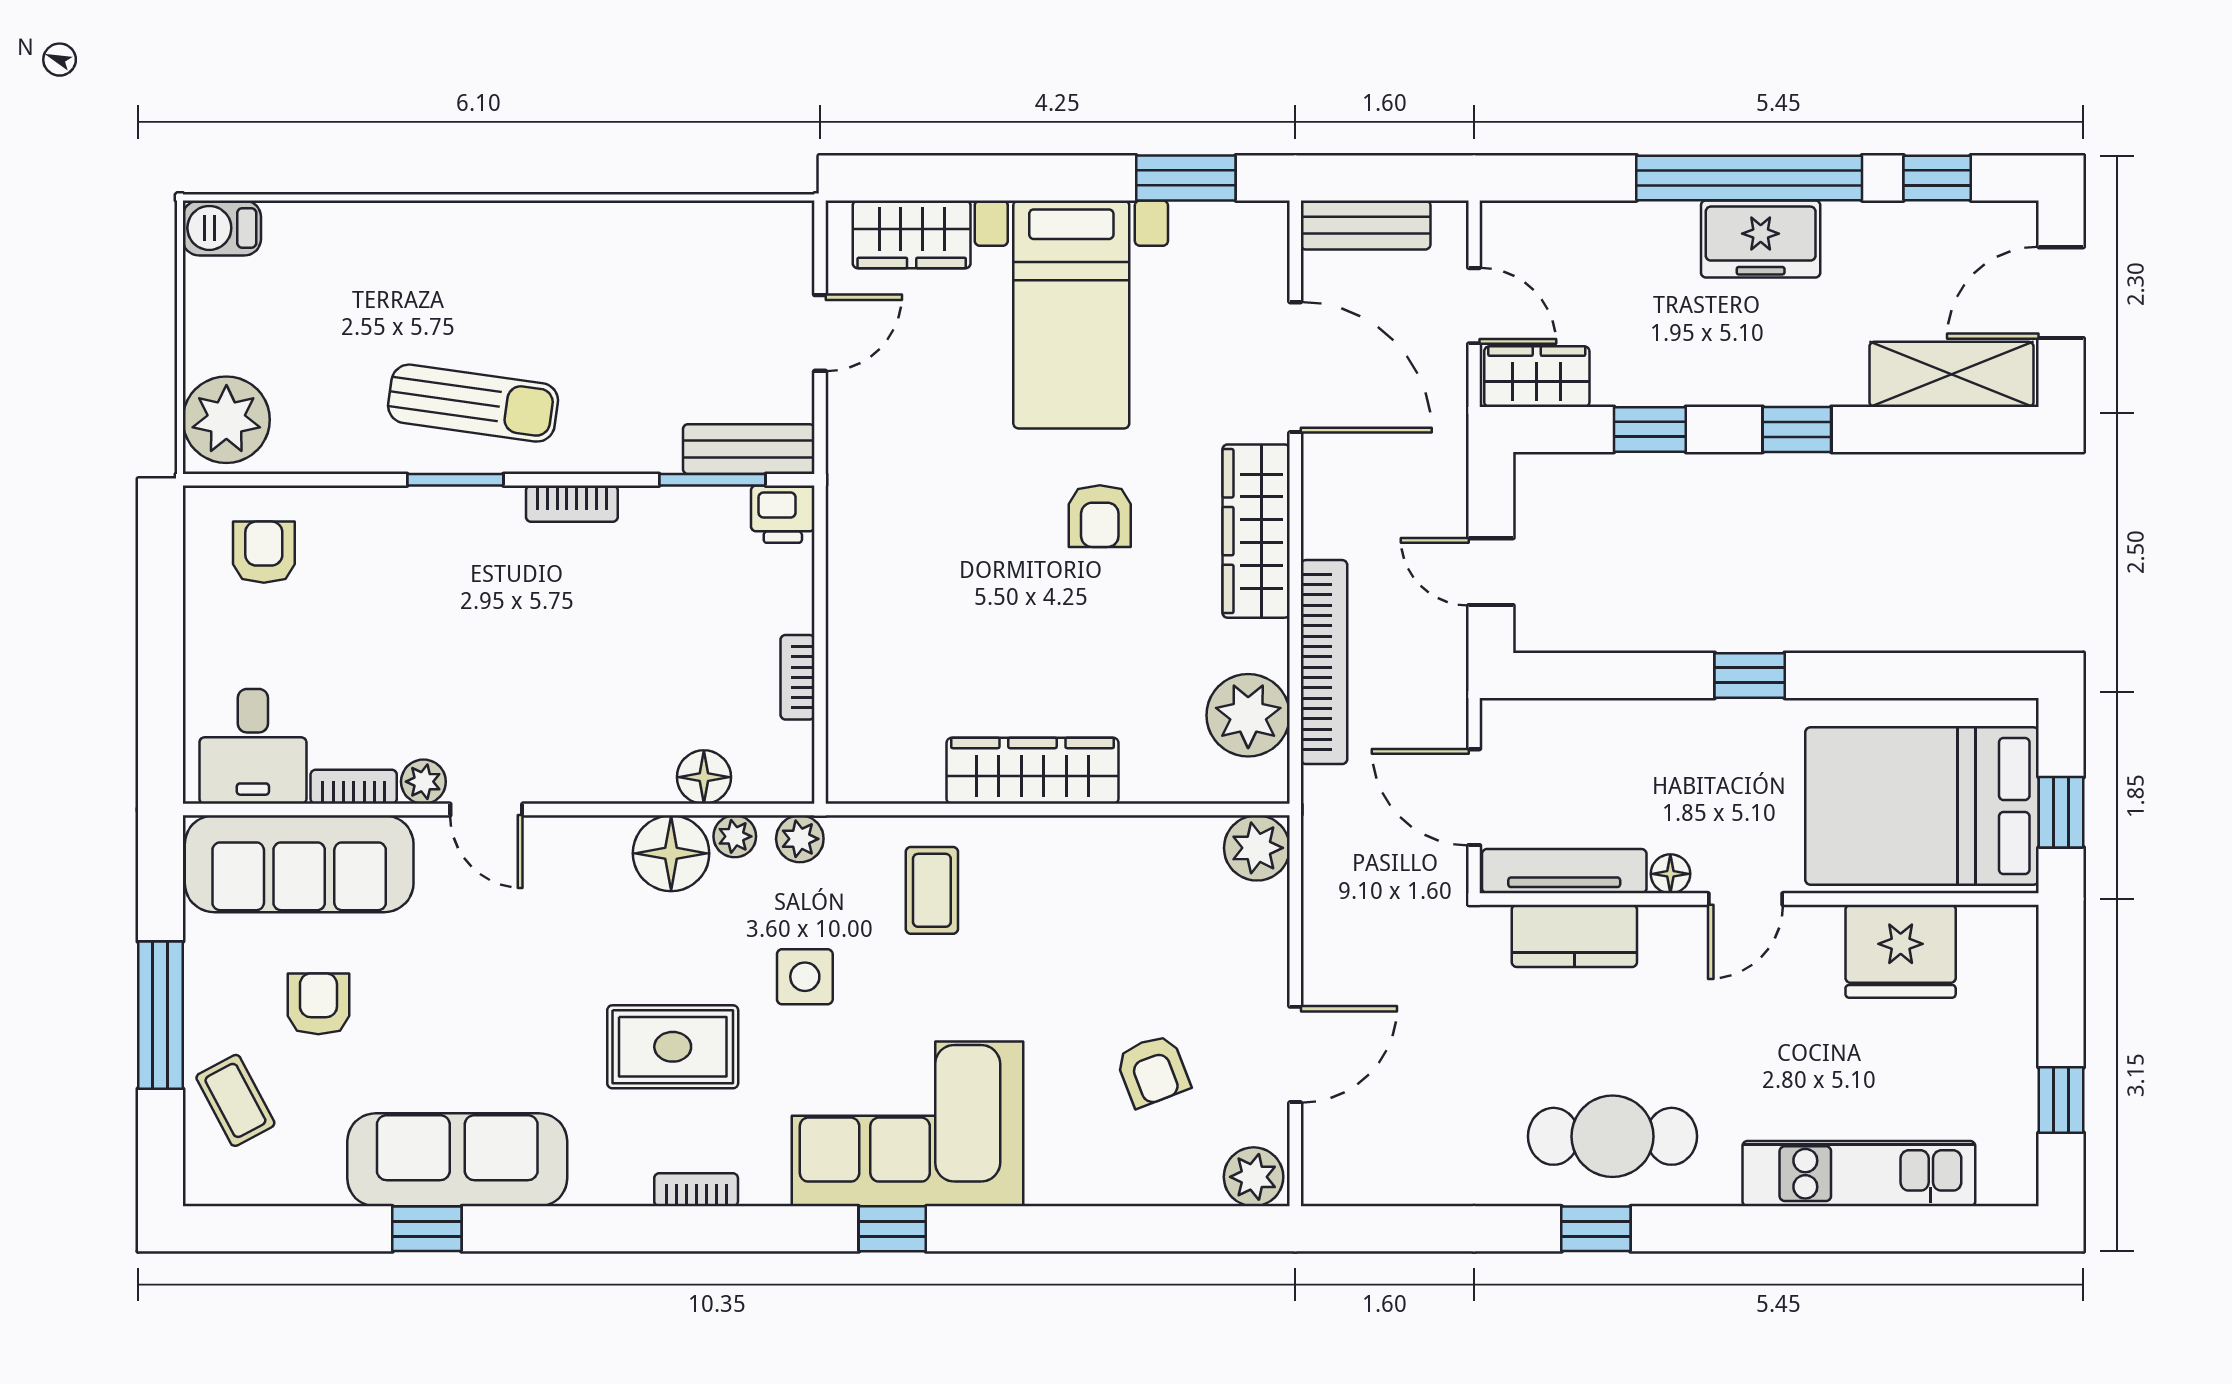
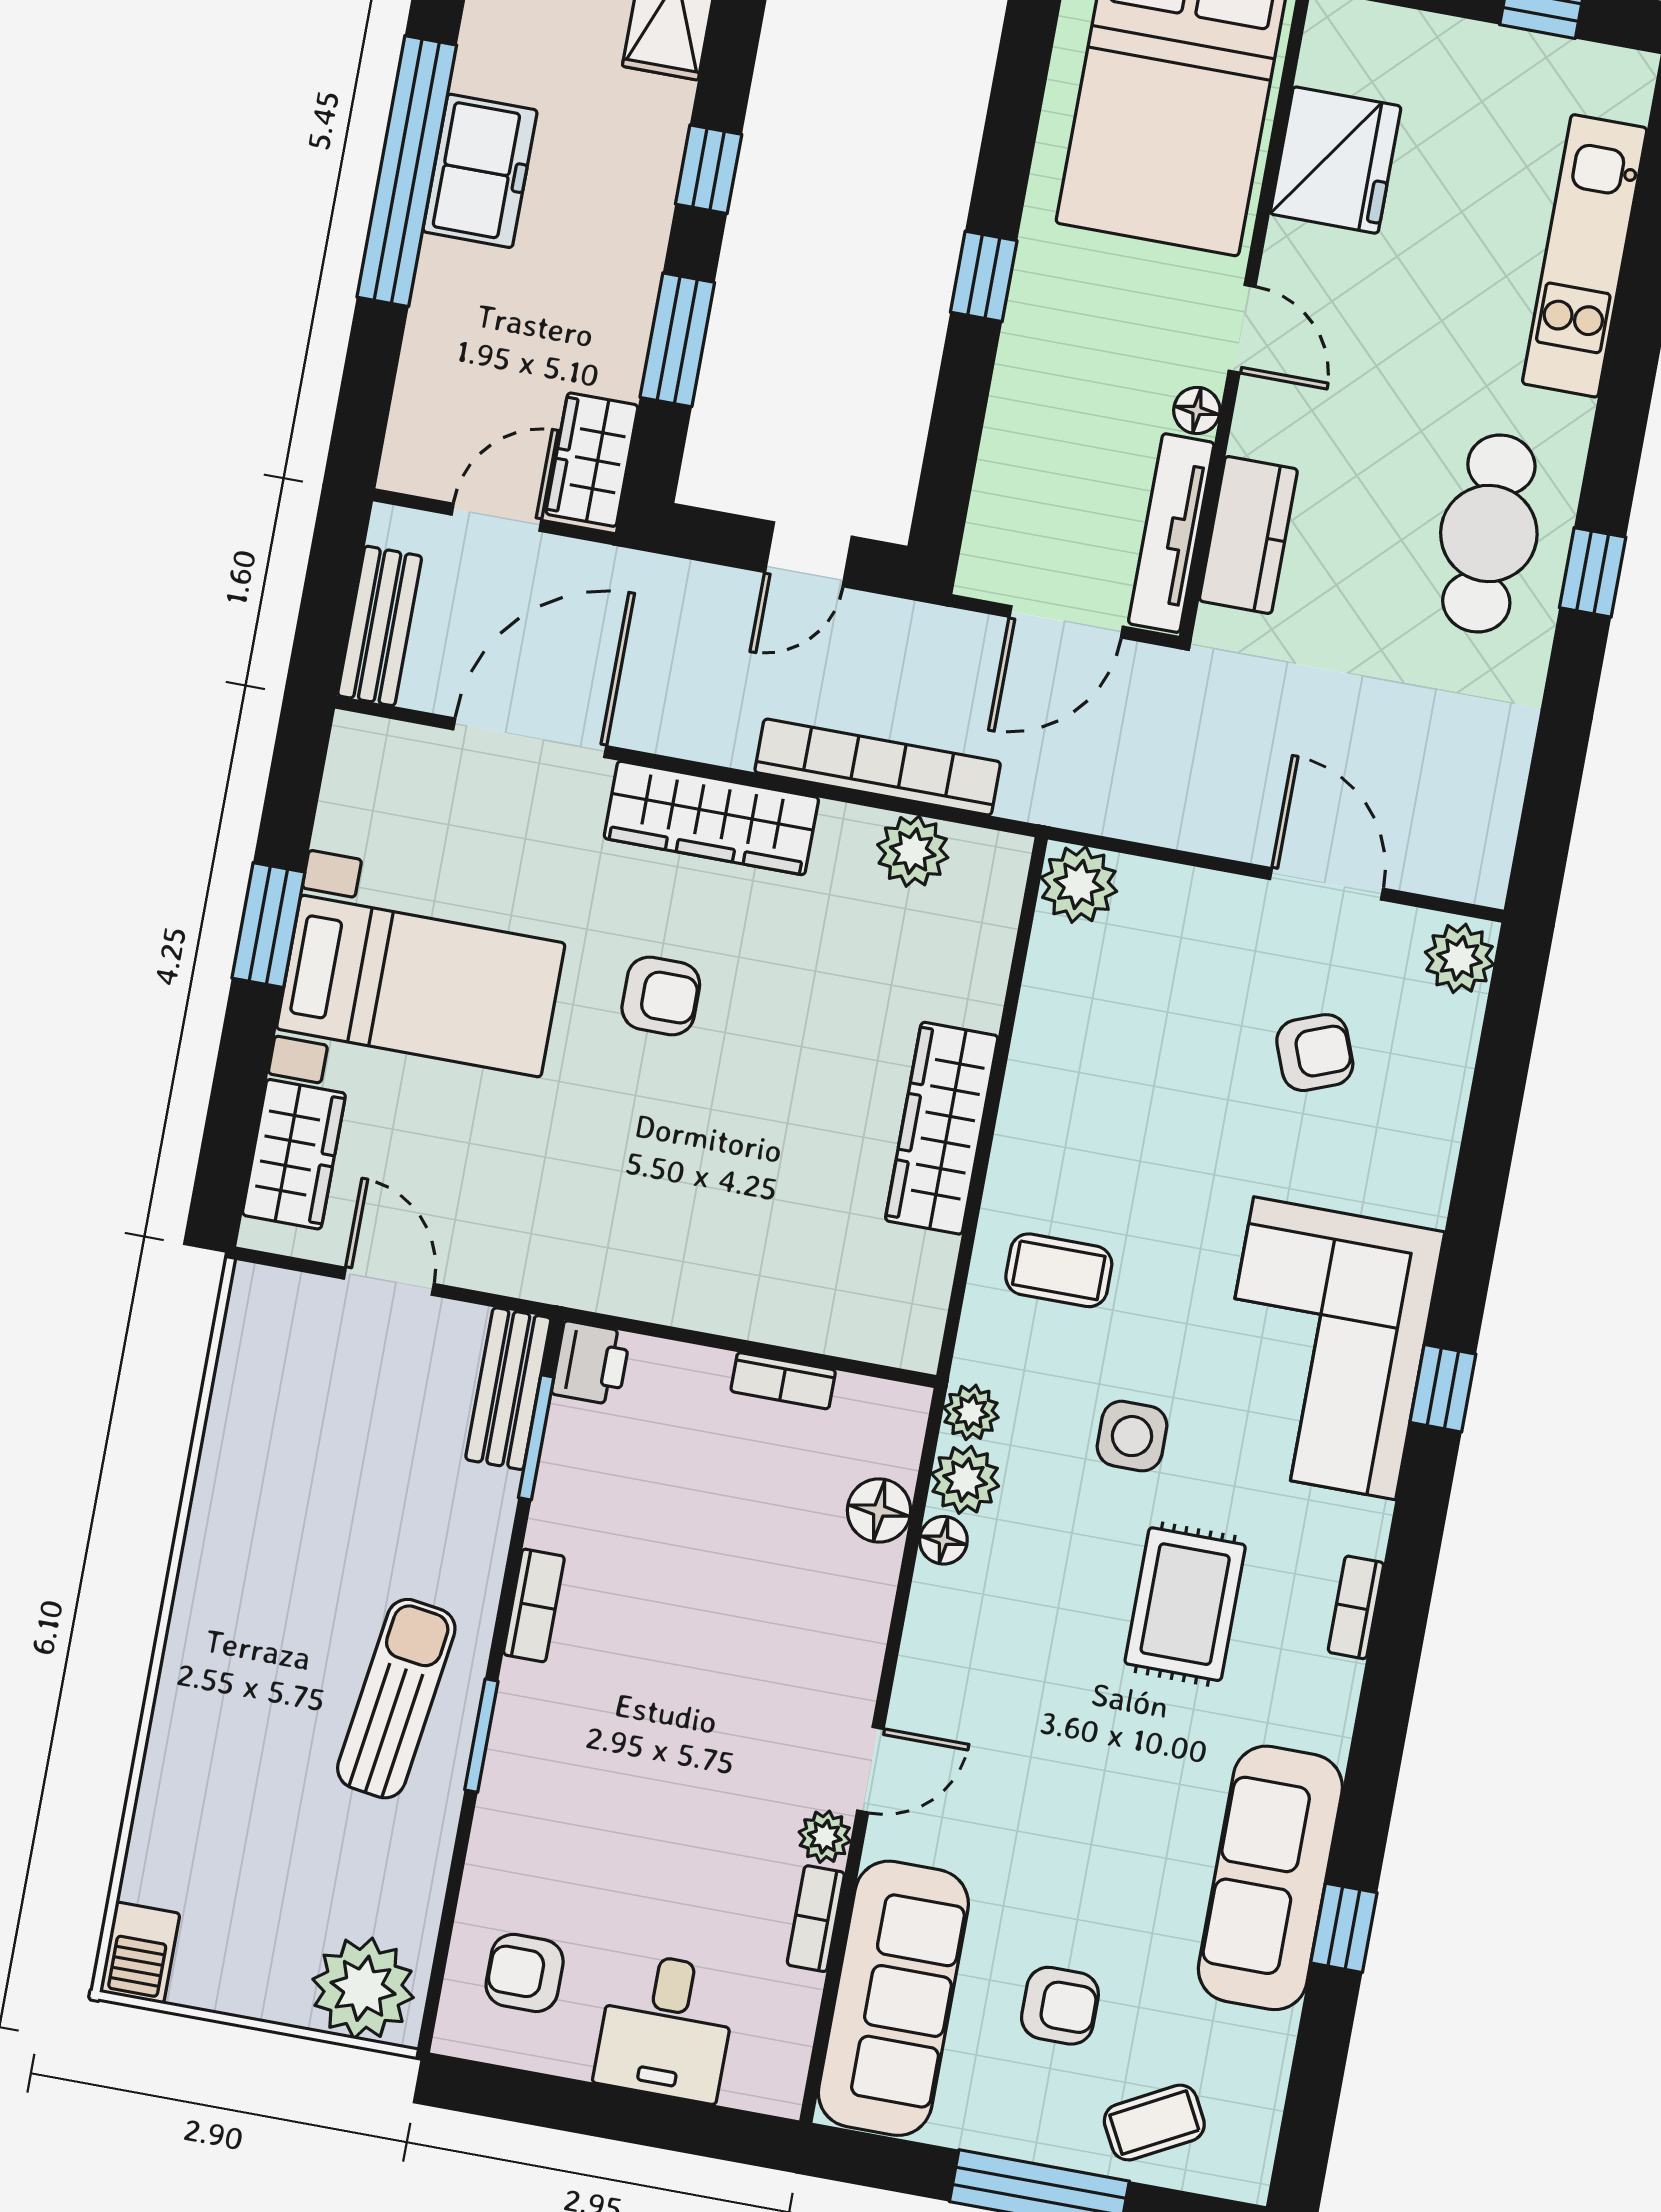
window: (1186, 178) -> (268, 925), moved
window: (1650, 429) -> (677, 340), width x1.50
plant: (1248, 715) -> (913, 851), width x0.73, depth x0.73
desk: (253, 746) -> (666, 2027), moved, turned 90
plant: (735, 836) -> (965, 1480), width x1.38, depth x1.38
floor lamp: (671, 853) -> (943, 1540), width x0.53, depth x0.53
armchair: (318, 1004) -> (1060, 2006), turned 180

